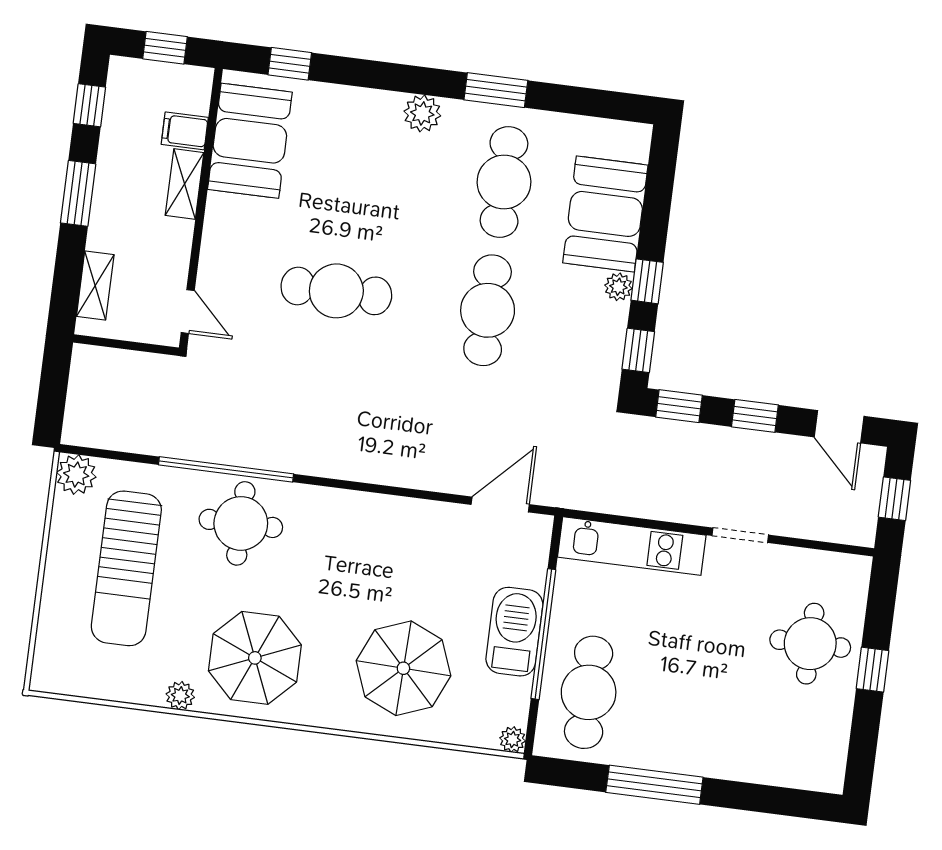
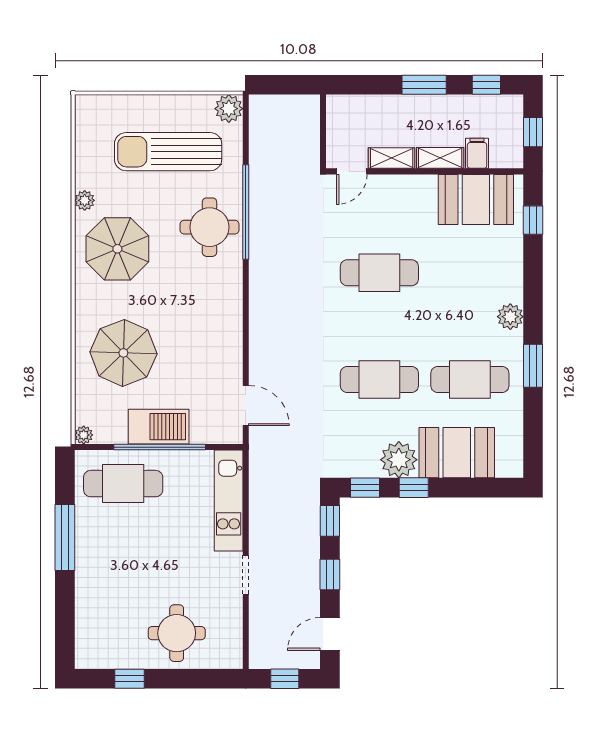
shelving: (95, 285) -> (392, 158), moved
plant: (618, 287) -> (399, 460), width x1.88, depth x1.88
cafe table: (336, 291) -> (379, 273), turned 90
window: (873, 670) -> (129, 679), moved

